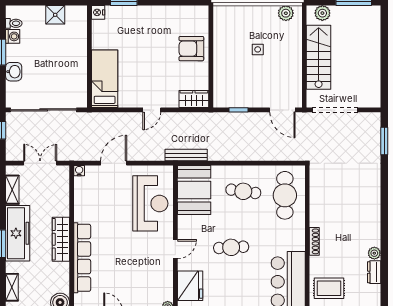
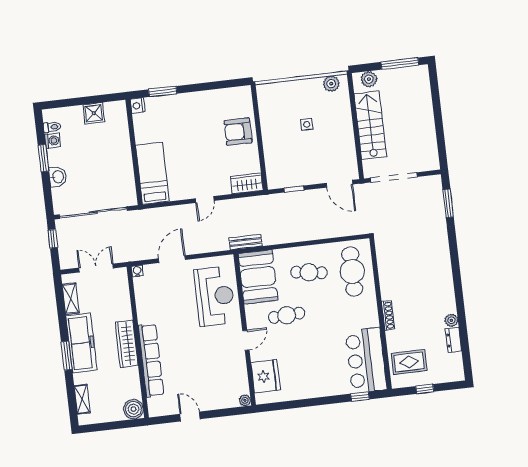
bench: (186, 155) -> (246, 242), width x0.73
cafe table: (231, 247) -> (287, 315), moved

